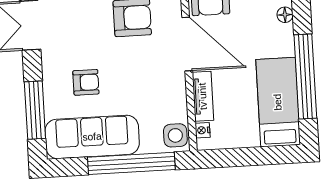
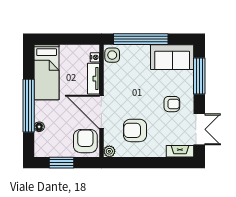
window: (305, 77) -> (29, 106), moved
armchair: (86, 82) -> (172, 104), moved, turned 180
sofa: (92, 137) -> (172, 57), width x0.73

